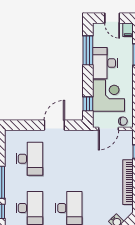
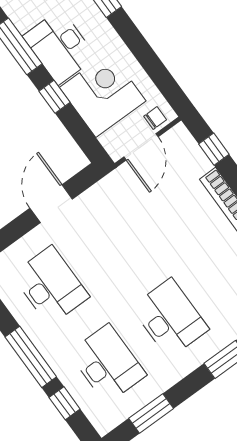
window: (88, 104) -> (55, 97), moved

